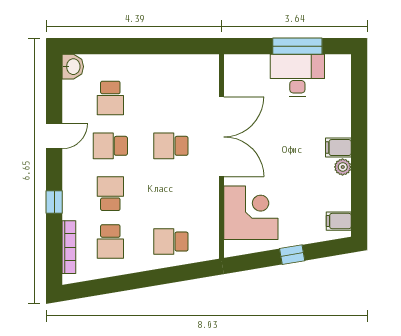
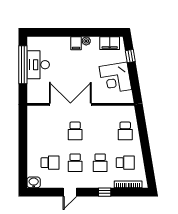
window: (297, 46) -> (23, 65), width x1.46
door: (54, 136) -> (70, 192), swing flipped
school desk: (110, 194) -> (100, 163), turned -90
corner desk: (251, 213) -> (115, 78), moved, turned -99
filing cabinet: (339, 221) -> (110, 43), width x2.00
window: (292, 255) -> (130, 56), moved

